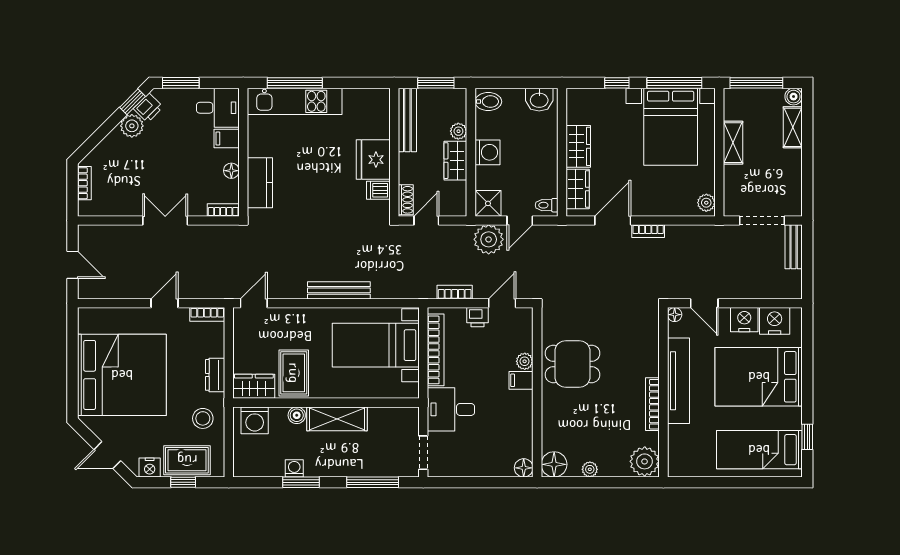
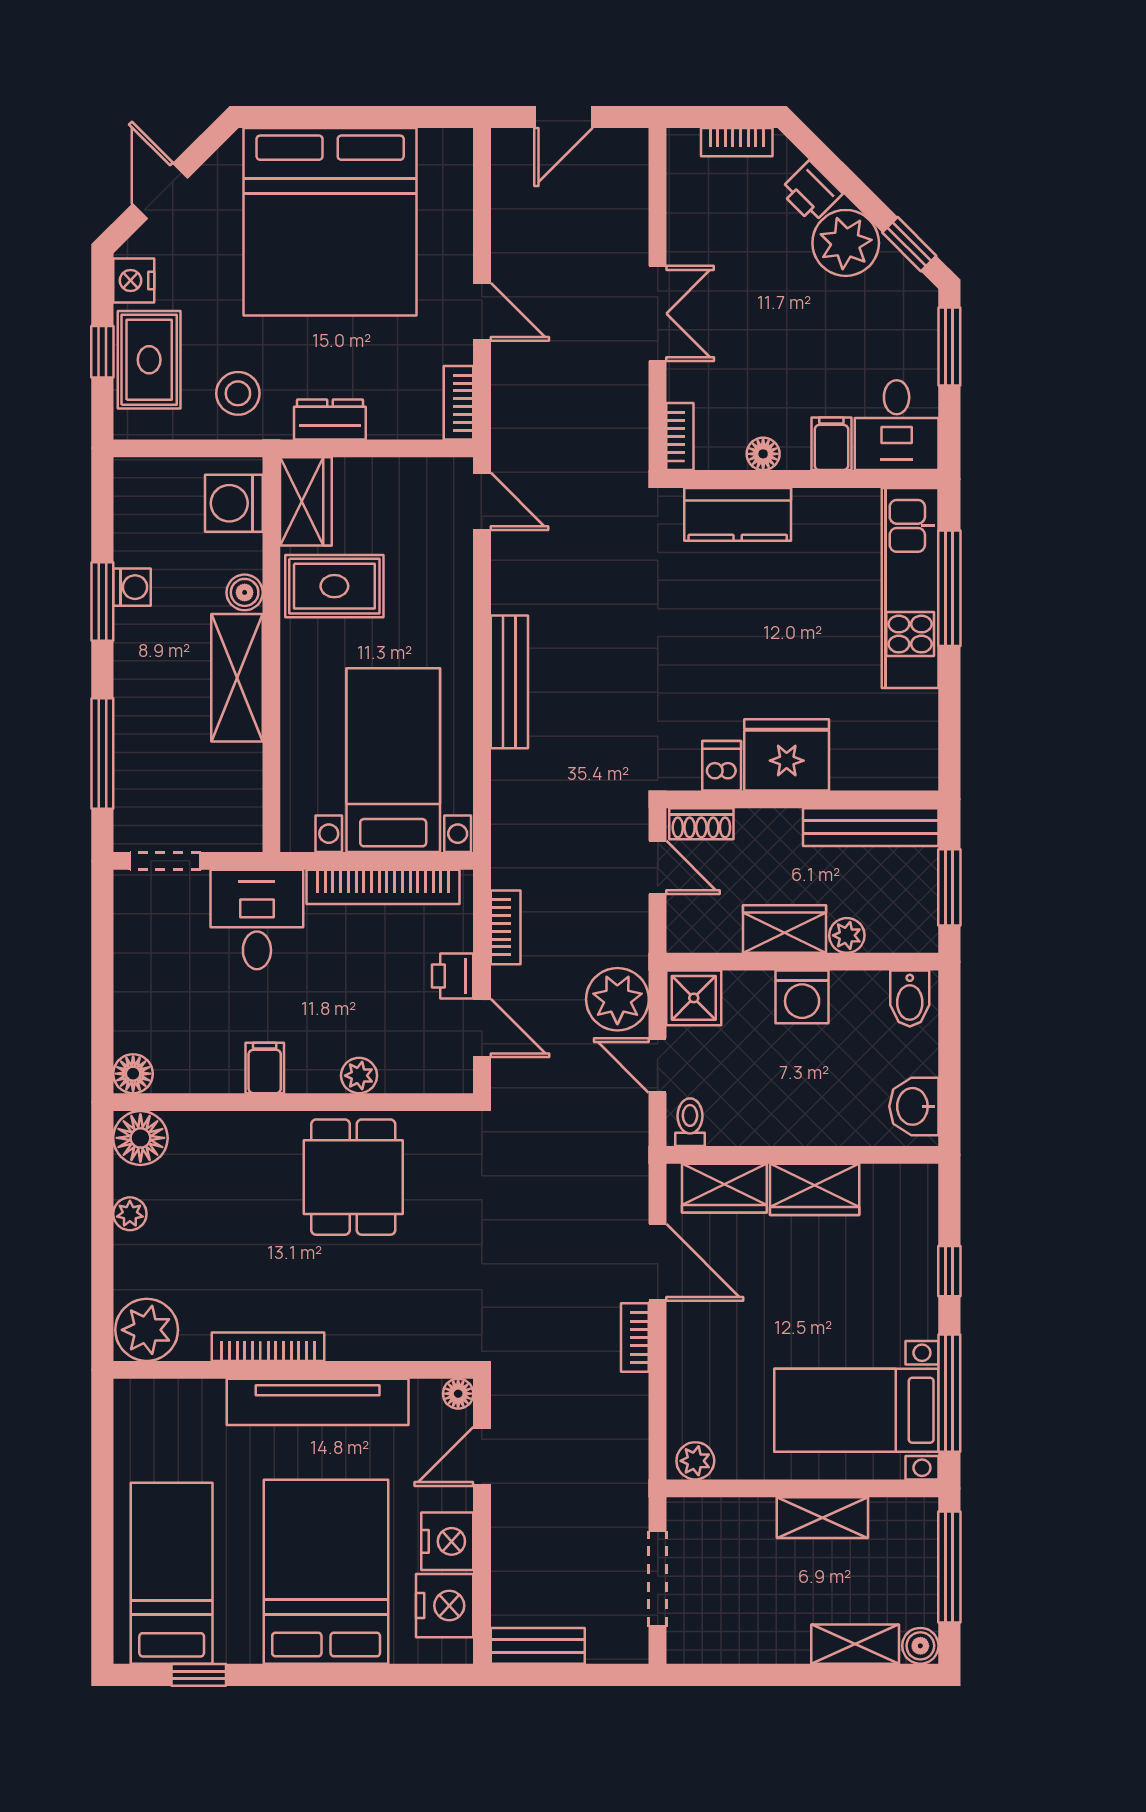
printer: (148, 108) -> (811, 192), moved
plant: (132, 126) -> (846, 243), width x1.36, depth x1.36
bed with nightstands: (671, 127) -> (856, 1410), width x0.73
bench: (794, 247) -> (538, 1646), moved
filing cabinet: (521, 380) -> (265, 1068), moved

